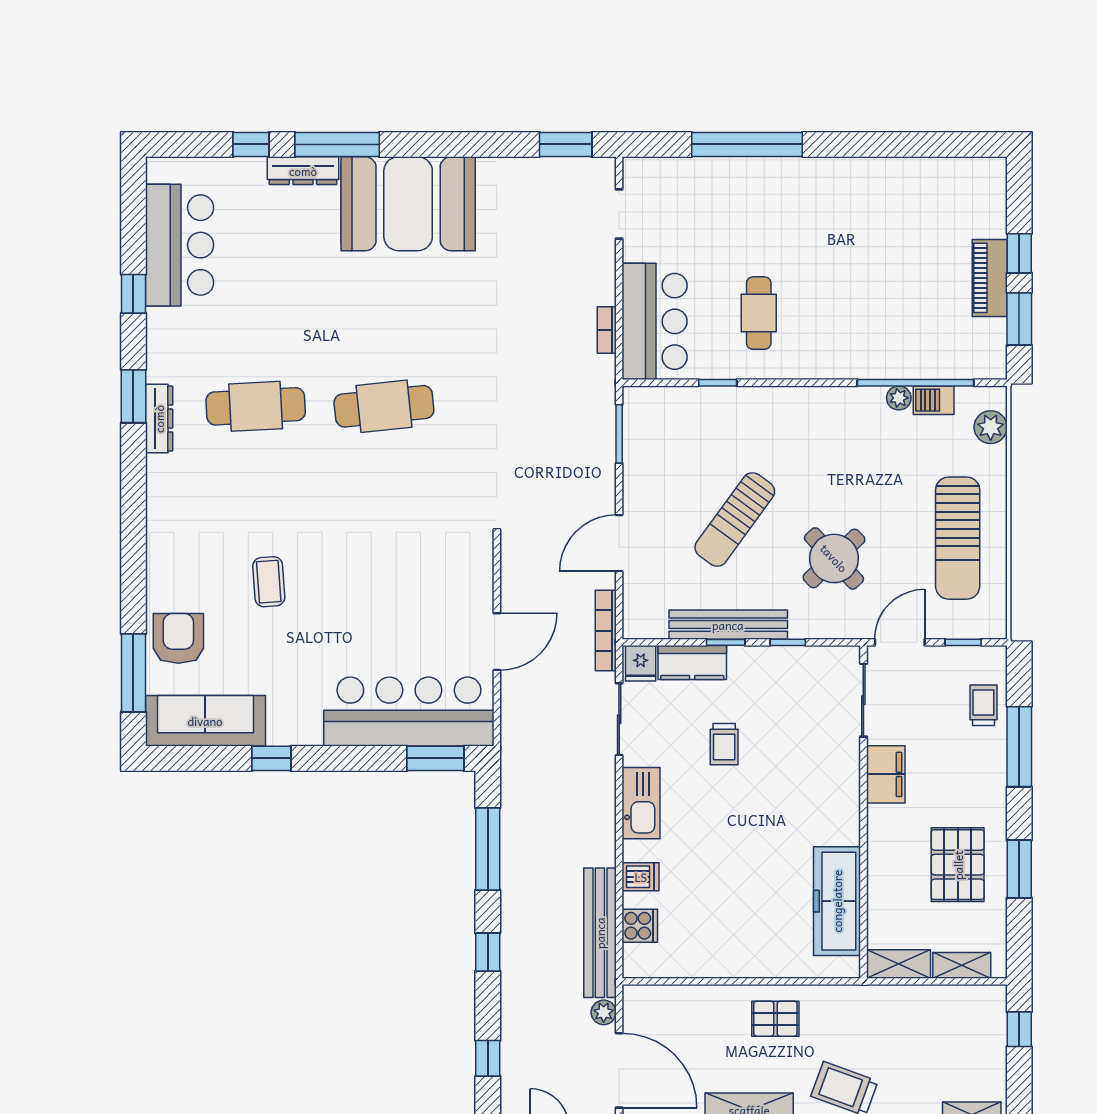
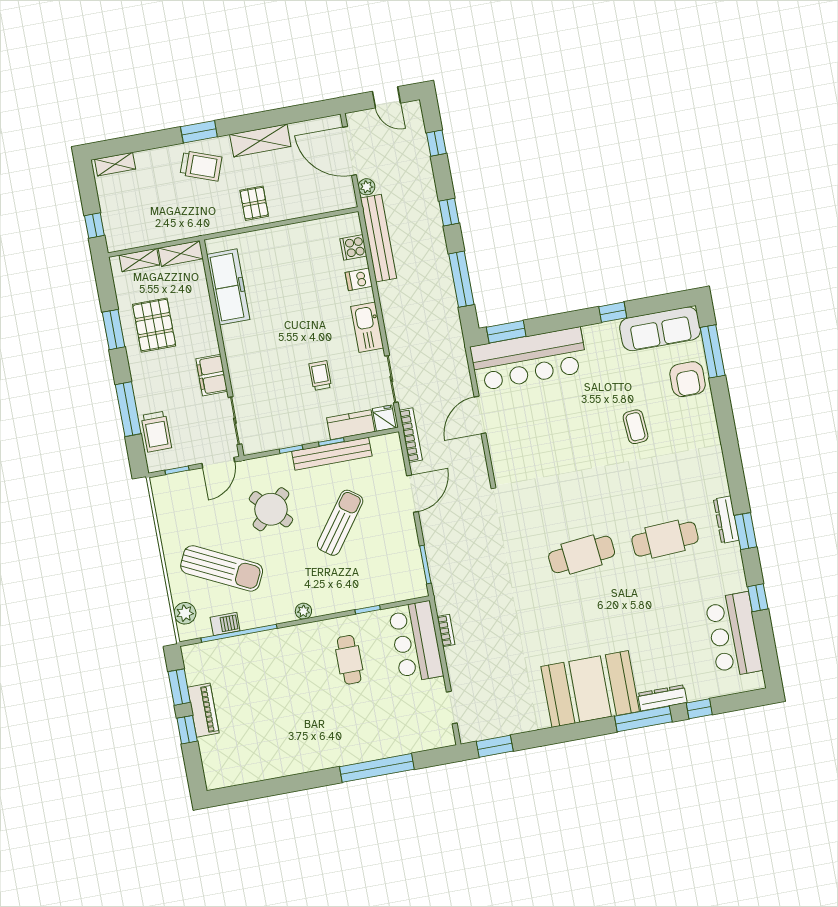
plant: (899, 398) -> (303, 611), moved
sun lounger: (958, 538) -> (222, 568), moved, turned 116
trolley: (983, 705) -> (156, 432), width x1.36, depth x1.39
pallet: (775, 1019) -> (254, 203), turned 90

